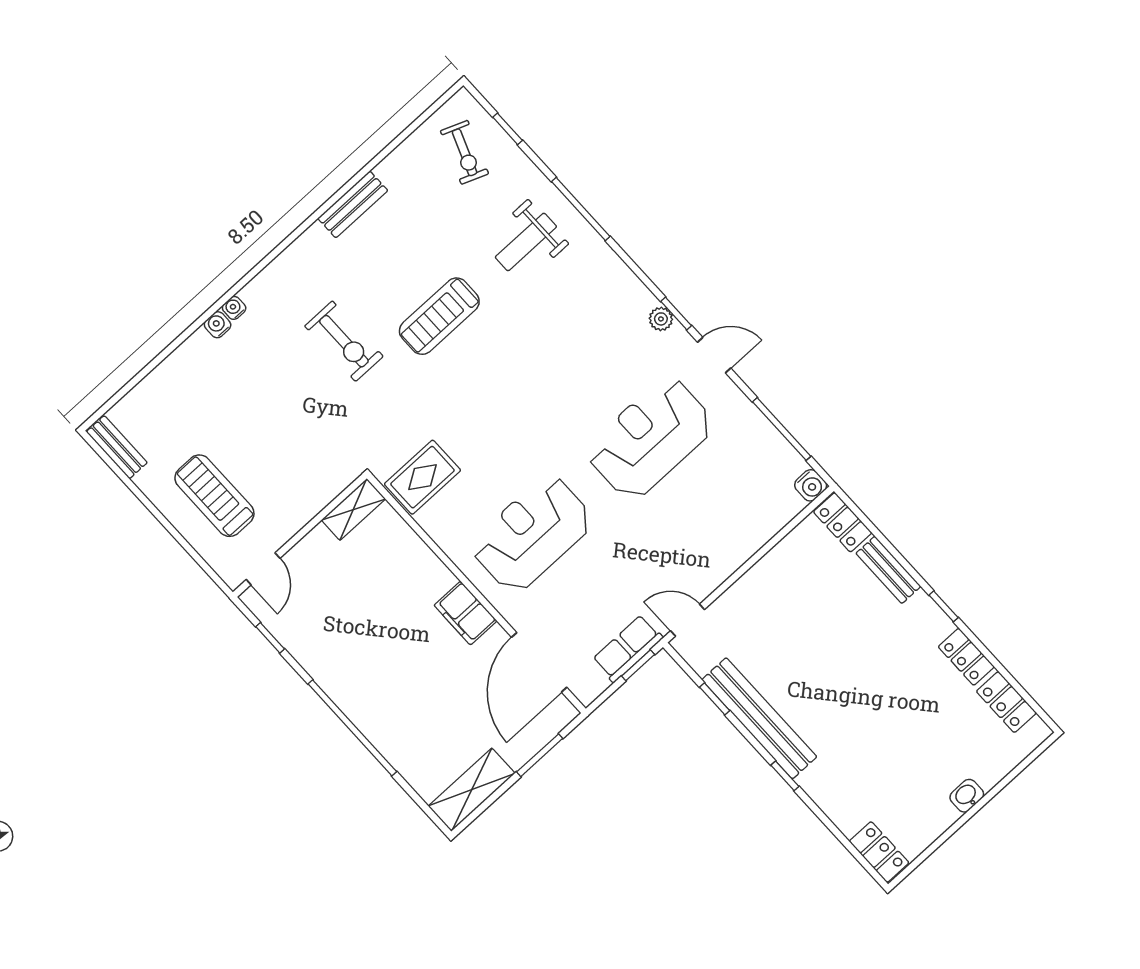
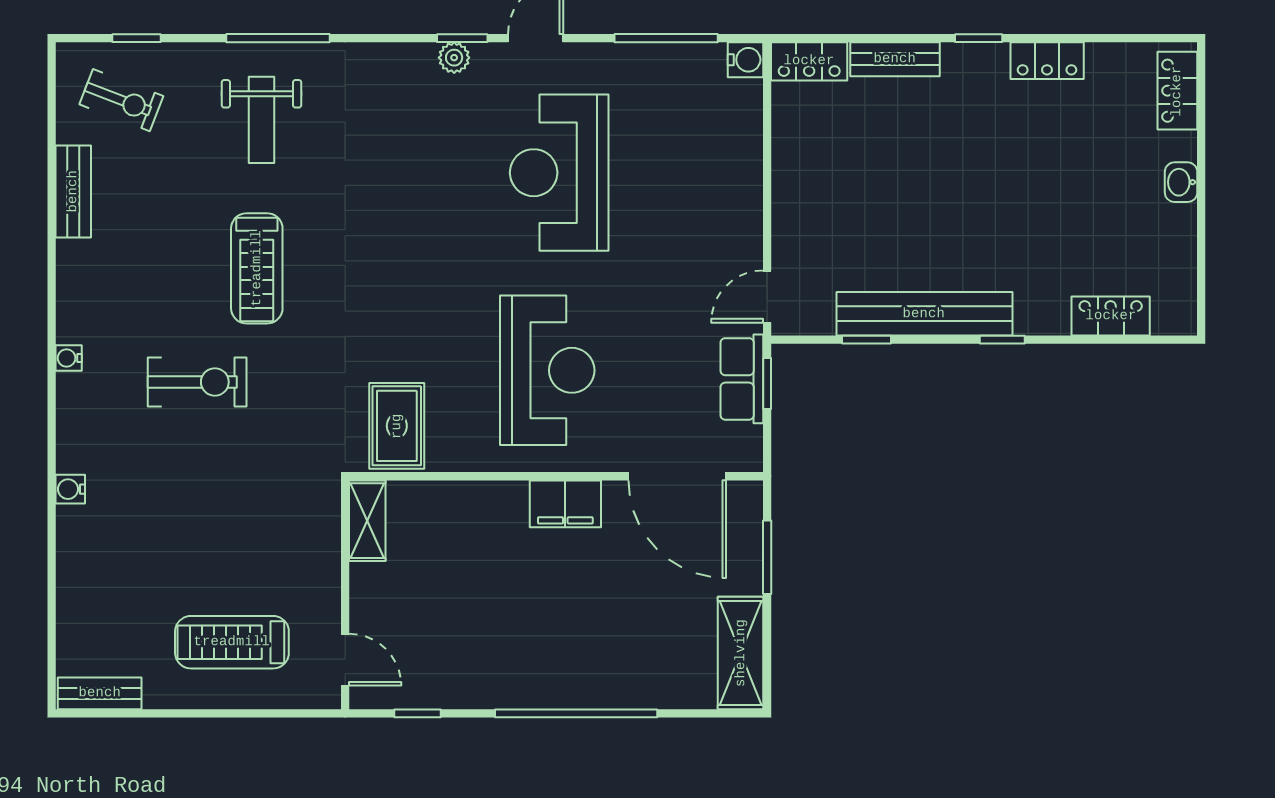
bench: (353, 204) -> (73, 191), moved
water cooler: (234, 308) -> (69, 358), moved
reception desk: (532, 534) -> (547, 370), turned 180
locker: (1006, 702) -> (1177, 91), moved, turned 90
locker: (879, 852) -> (1111, 316), moved

